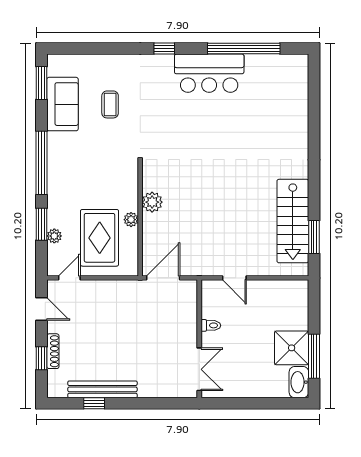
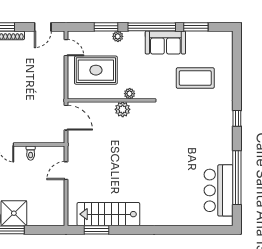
bar counter: (209, 73) -> (219, 190), moved
window: (42, 83) -> (196, 27), moved
sofa: (63, 104) -> (165, 43), moved
coffee table: (110, 104) -> (195, 78), width x1.86, depth x1.72
plant: (131, 220) -> (130, 94), moved
plant: (54, 236) -> (118, 36), moved

